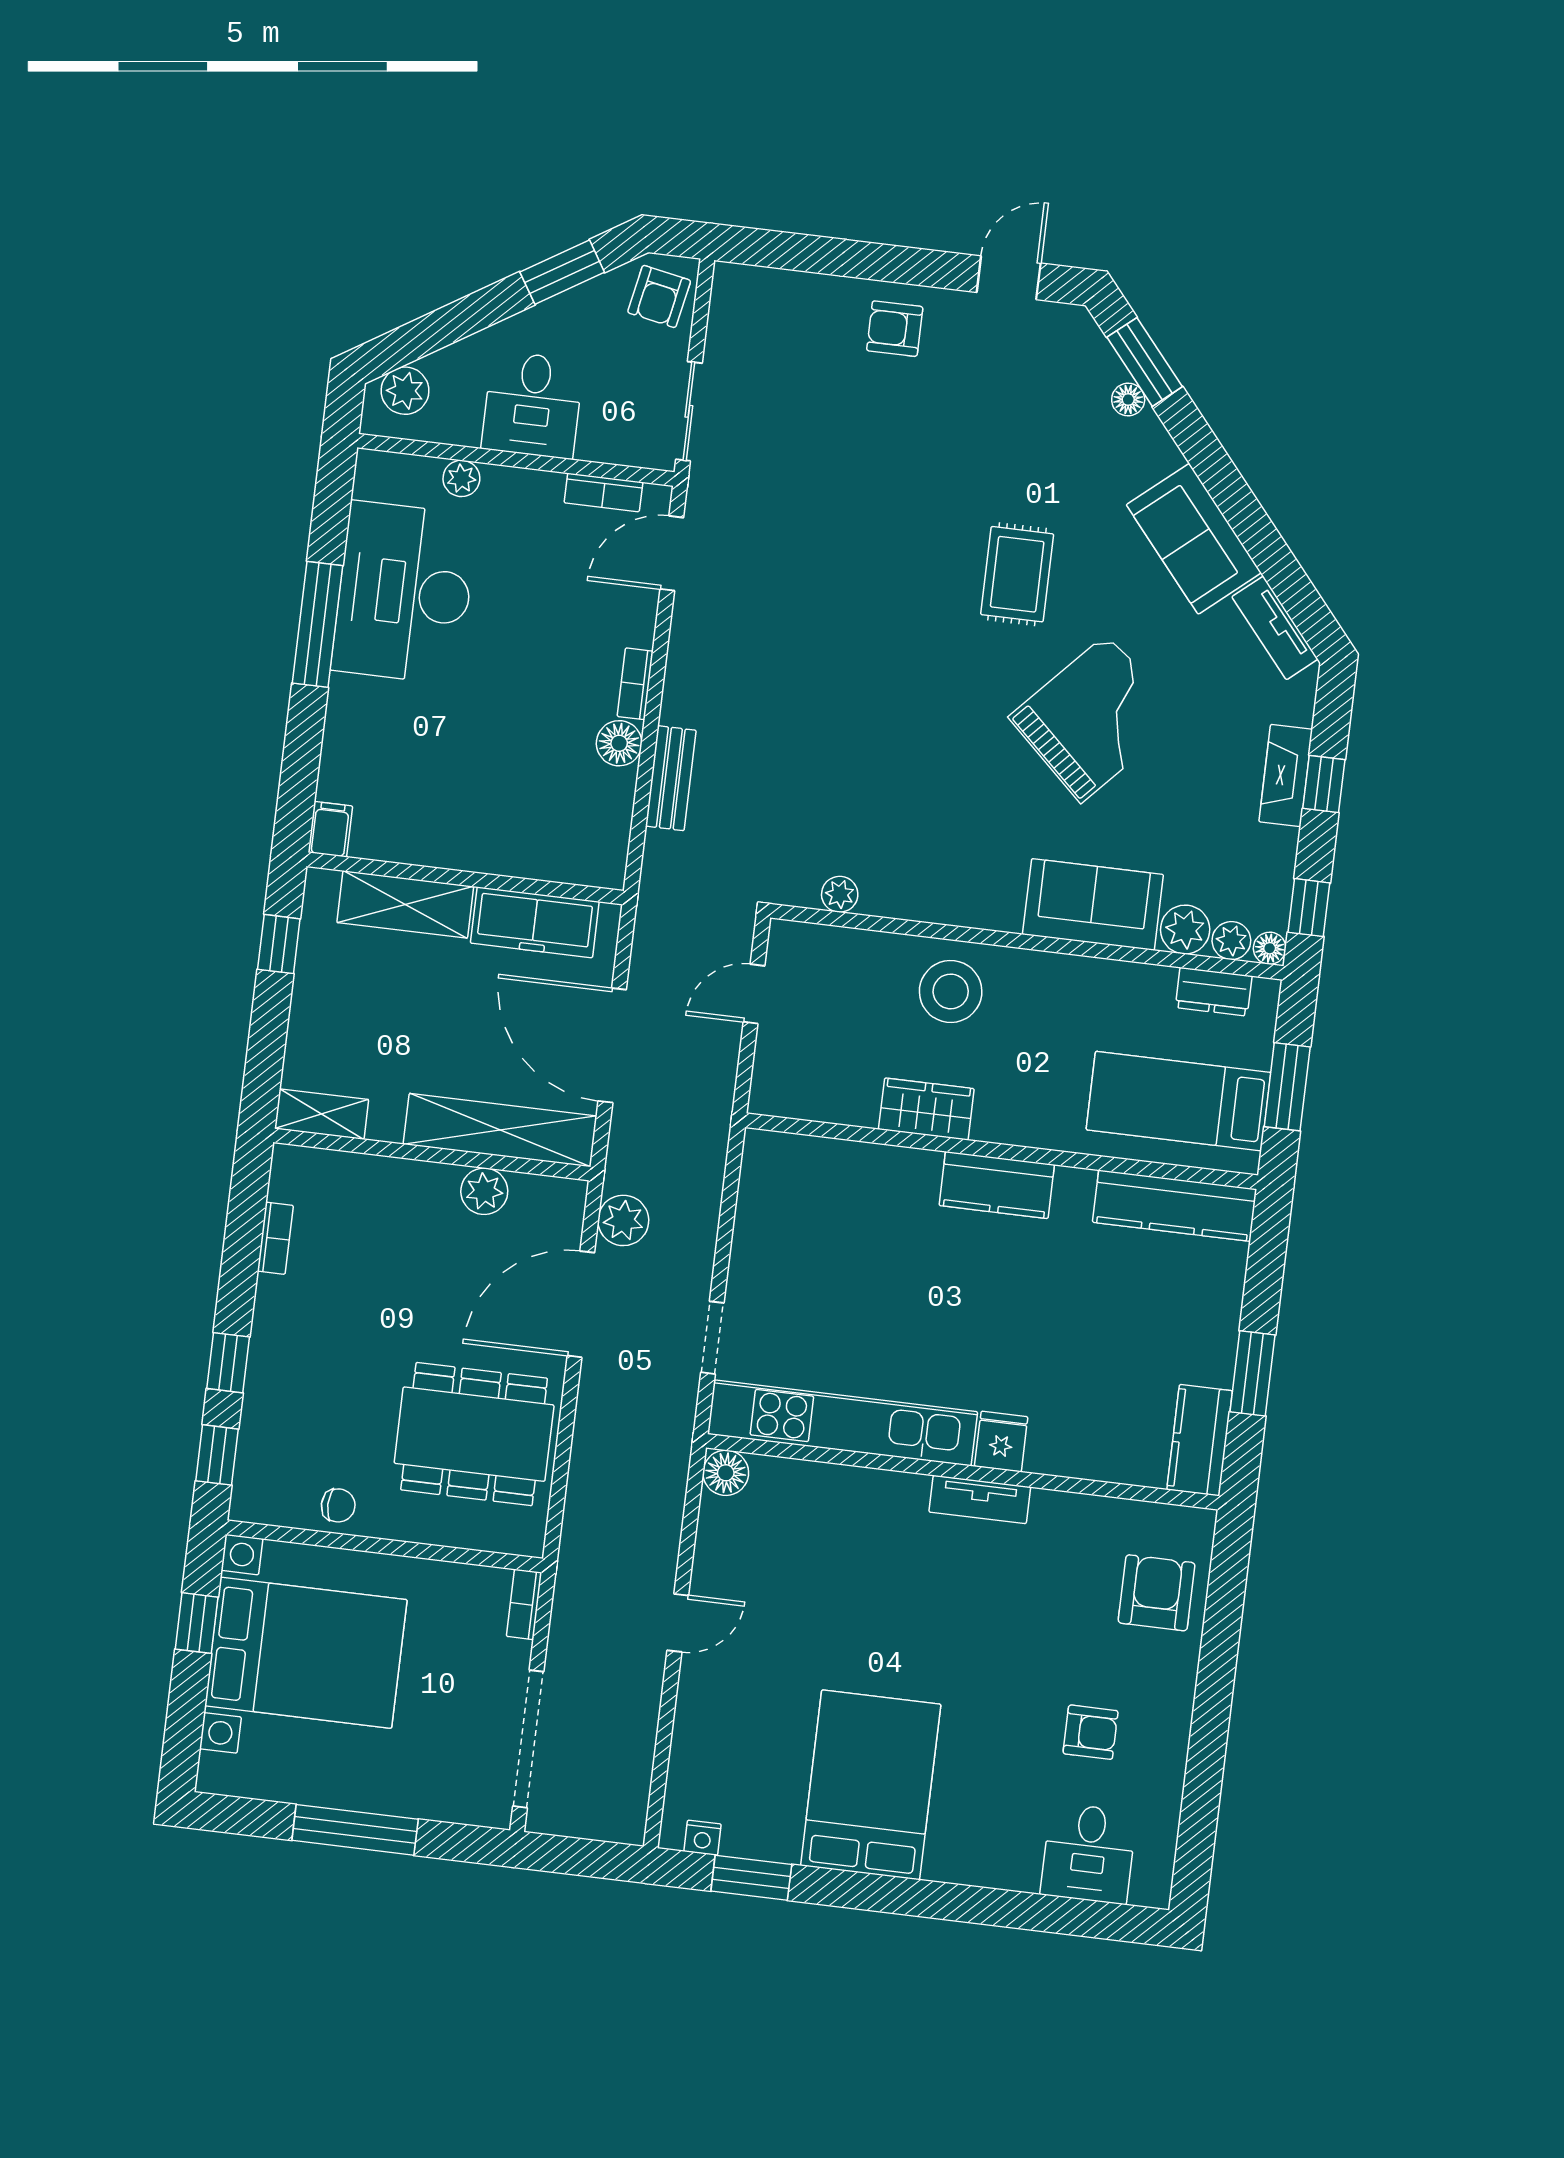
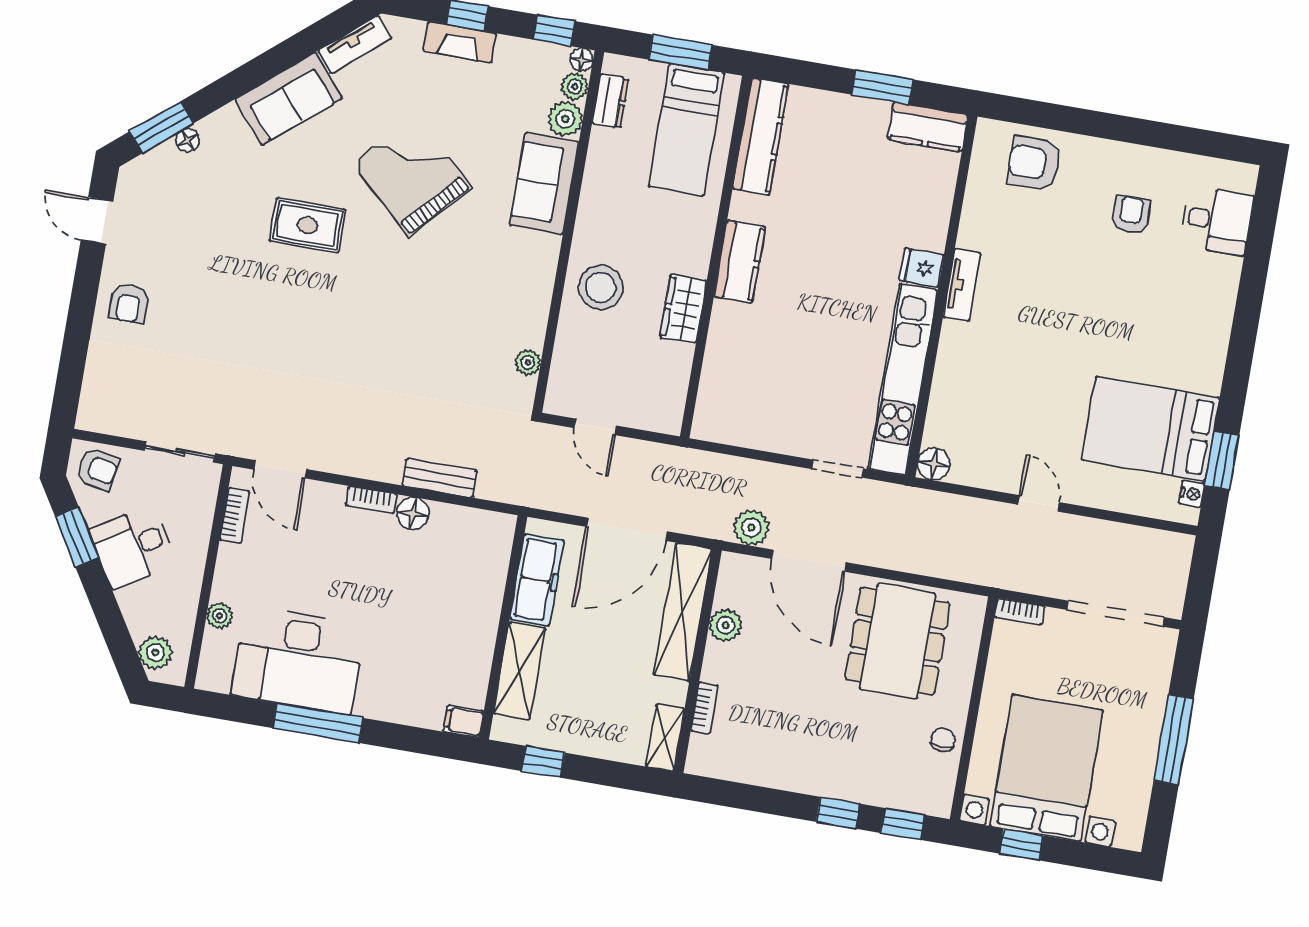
desk: (533, 405) -> (133, 547), moved, turned 148
bookcase: (275, 1238) -> (705, 708), moved, turned 90
bed: (871, 1785) -> (1151, 429), moved

